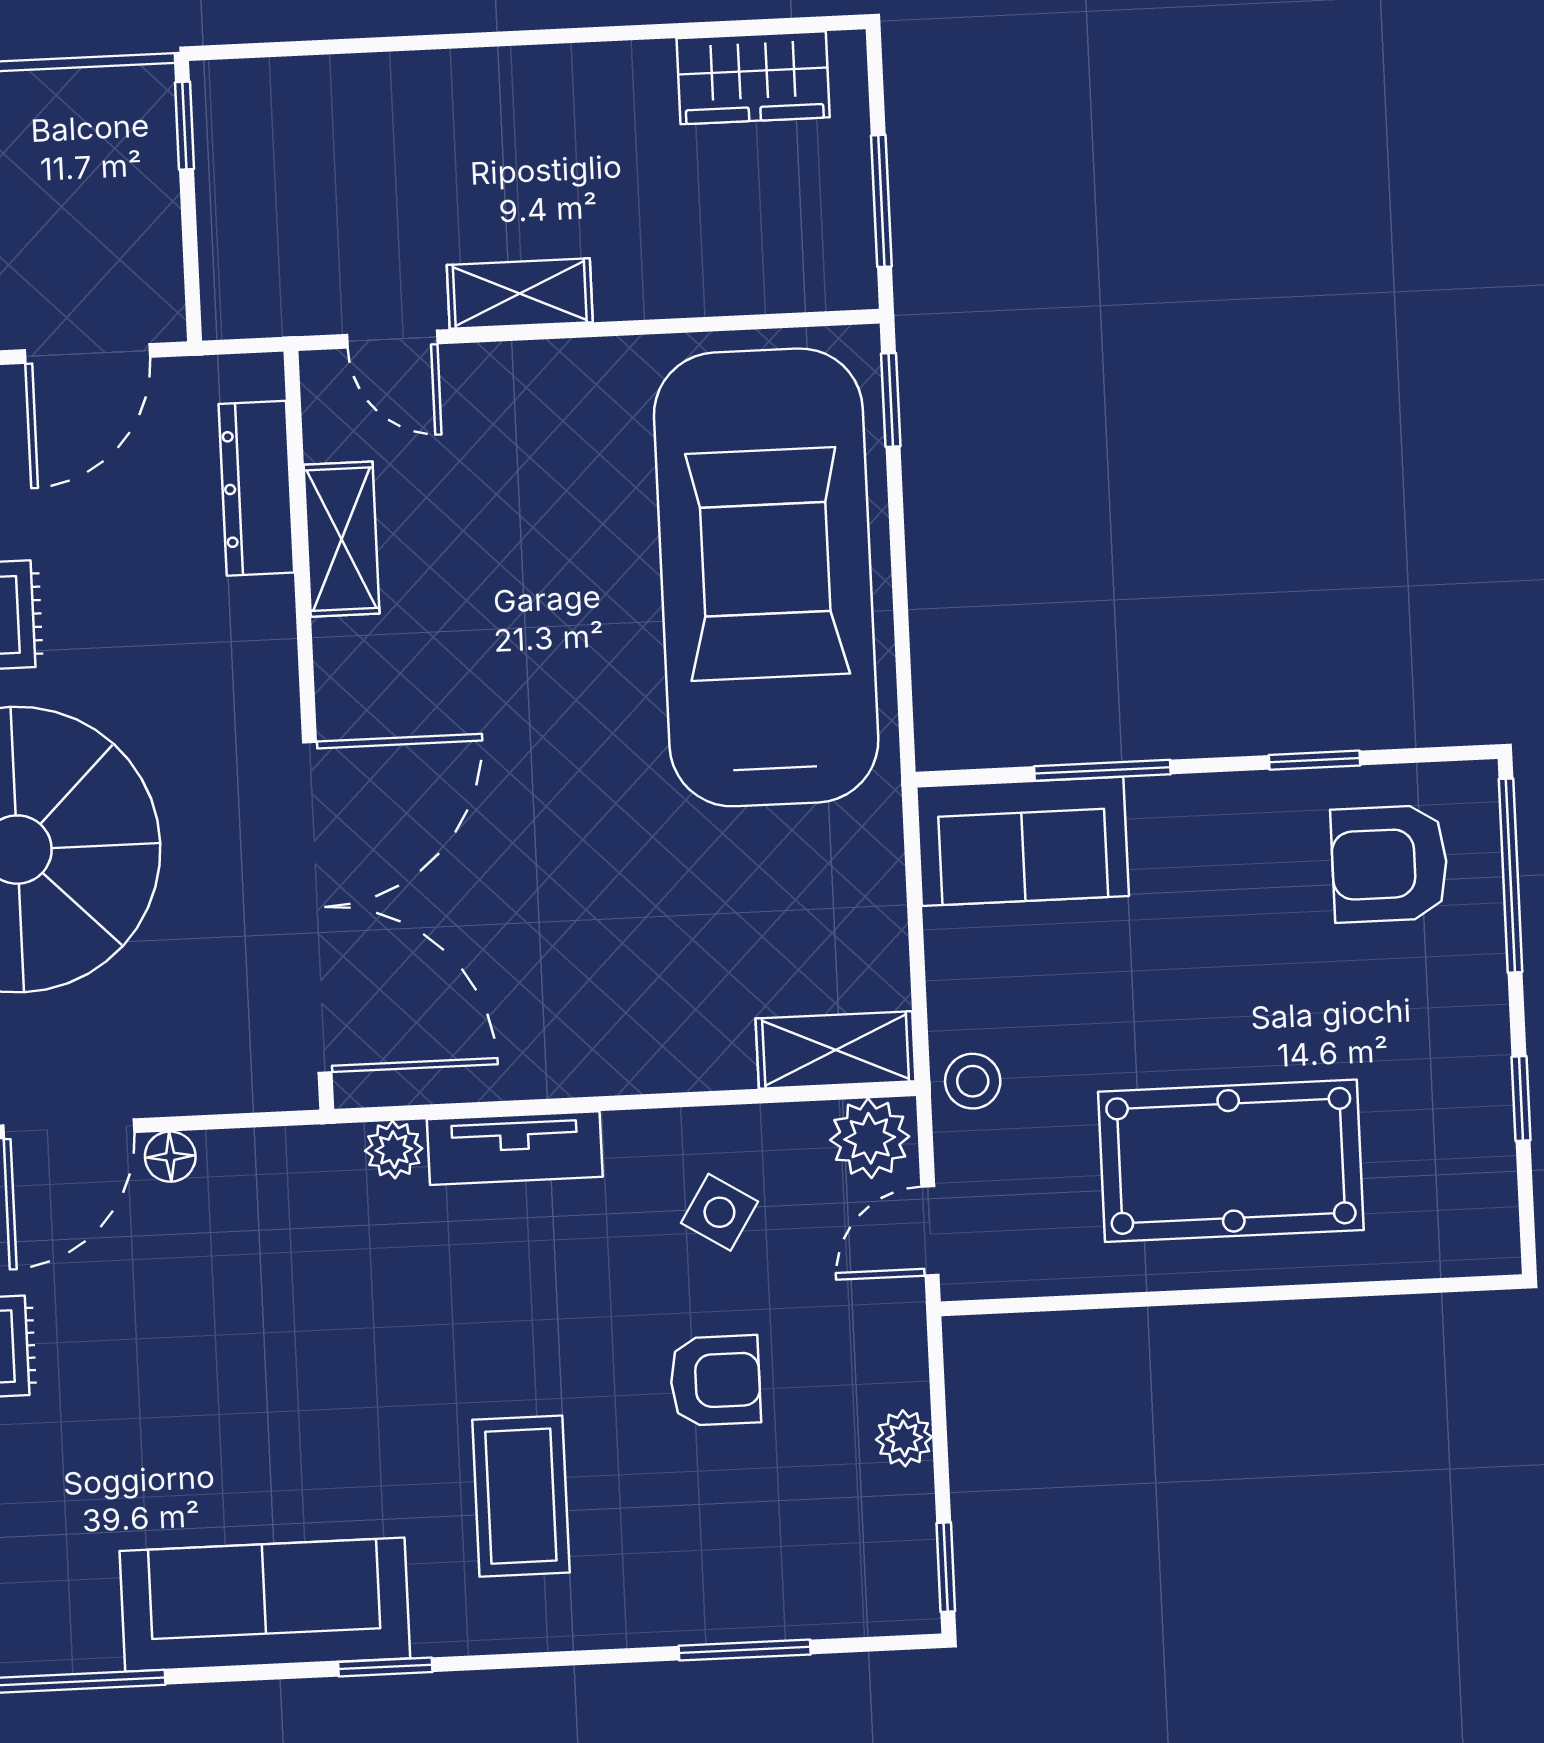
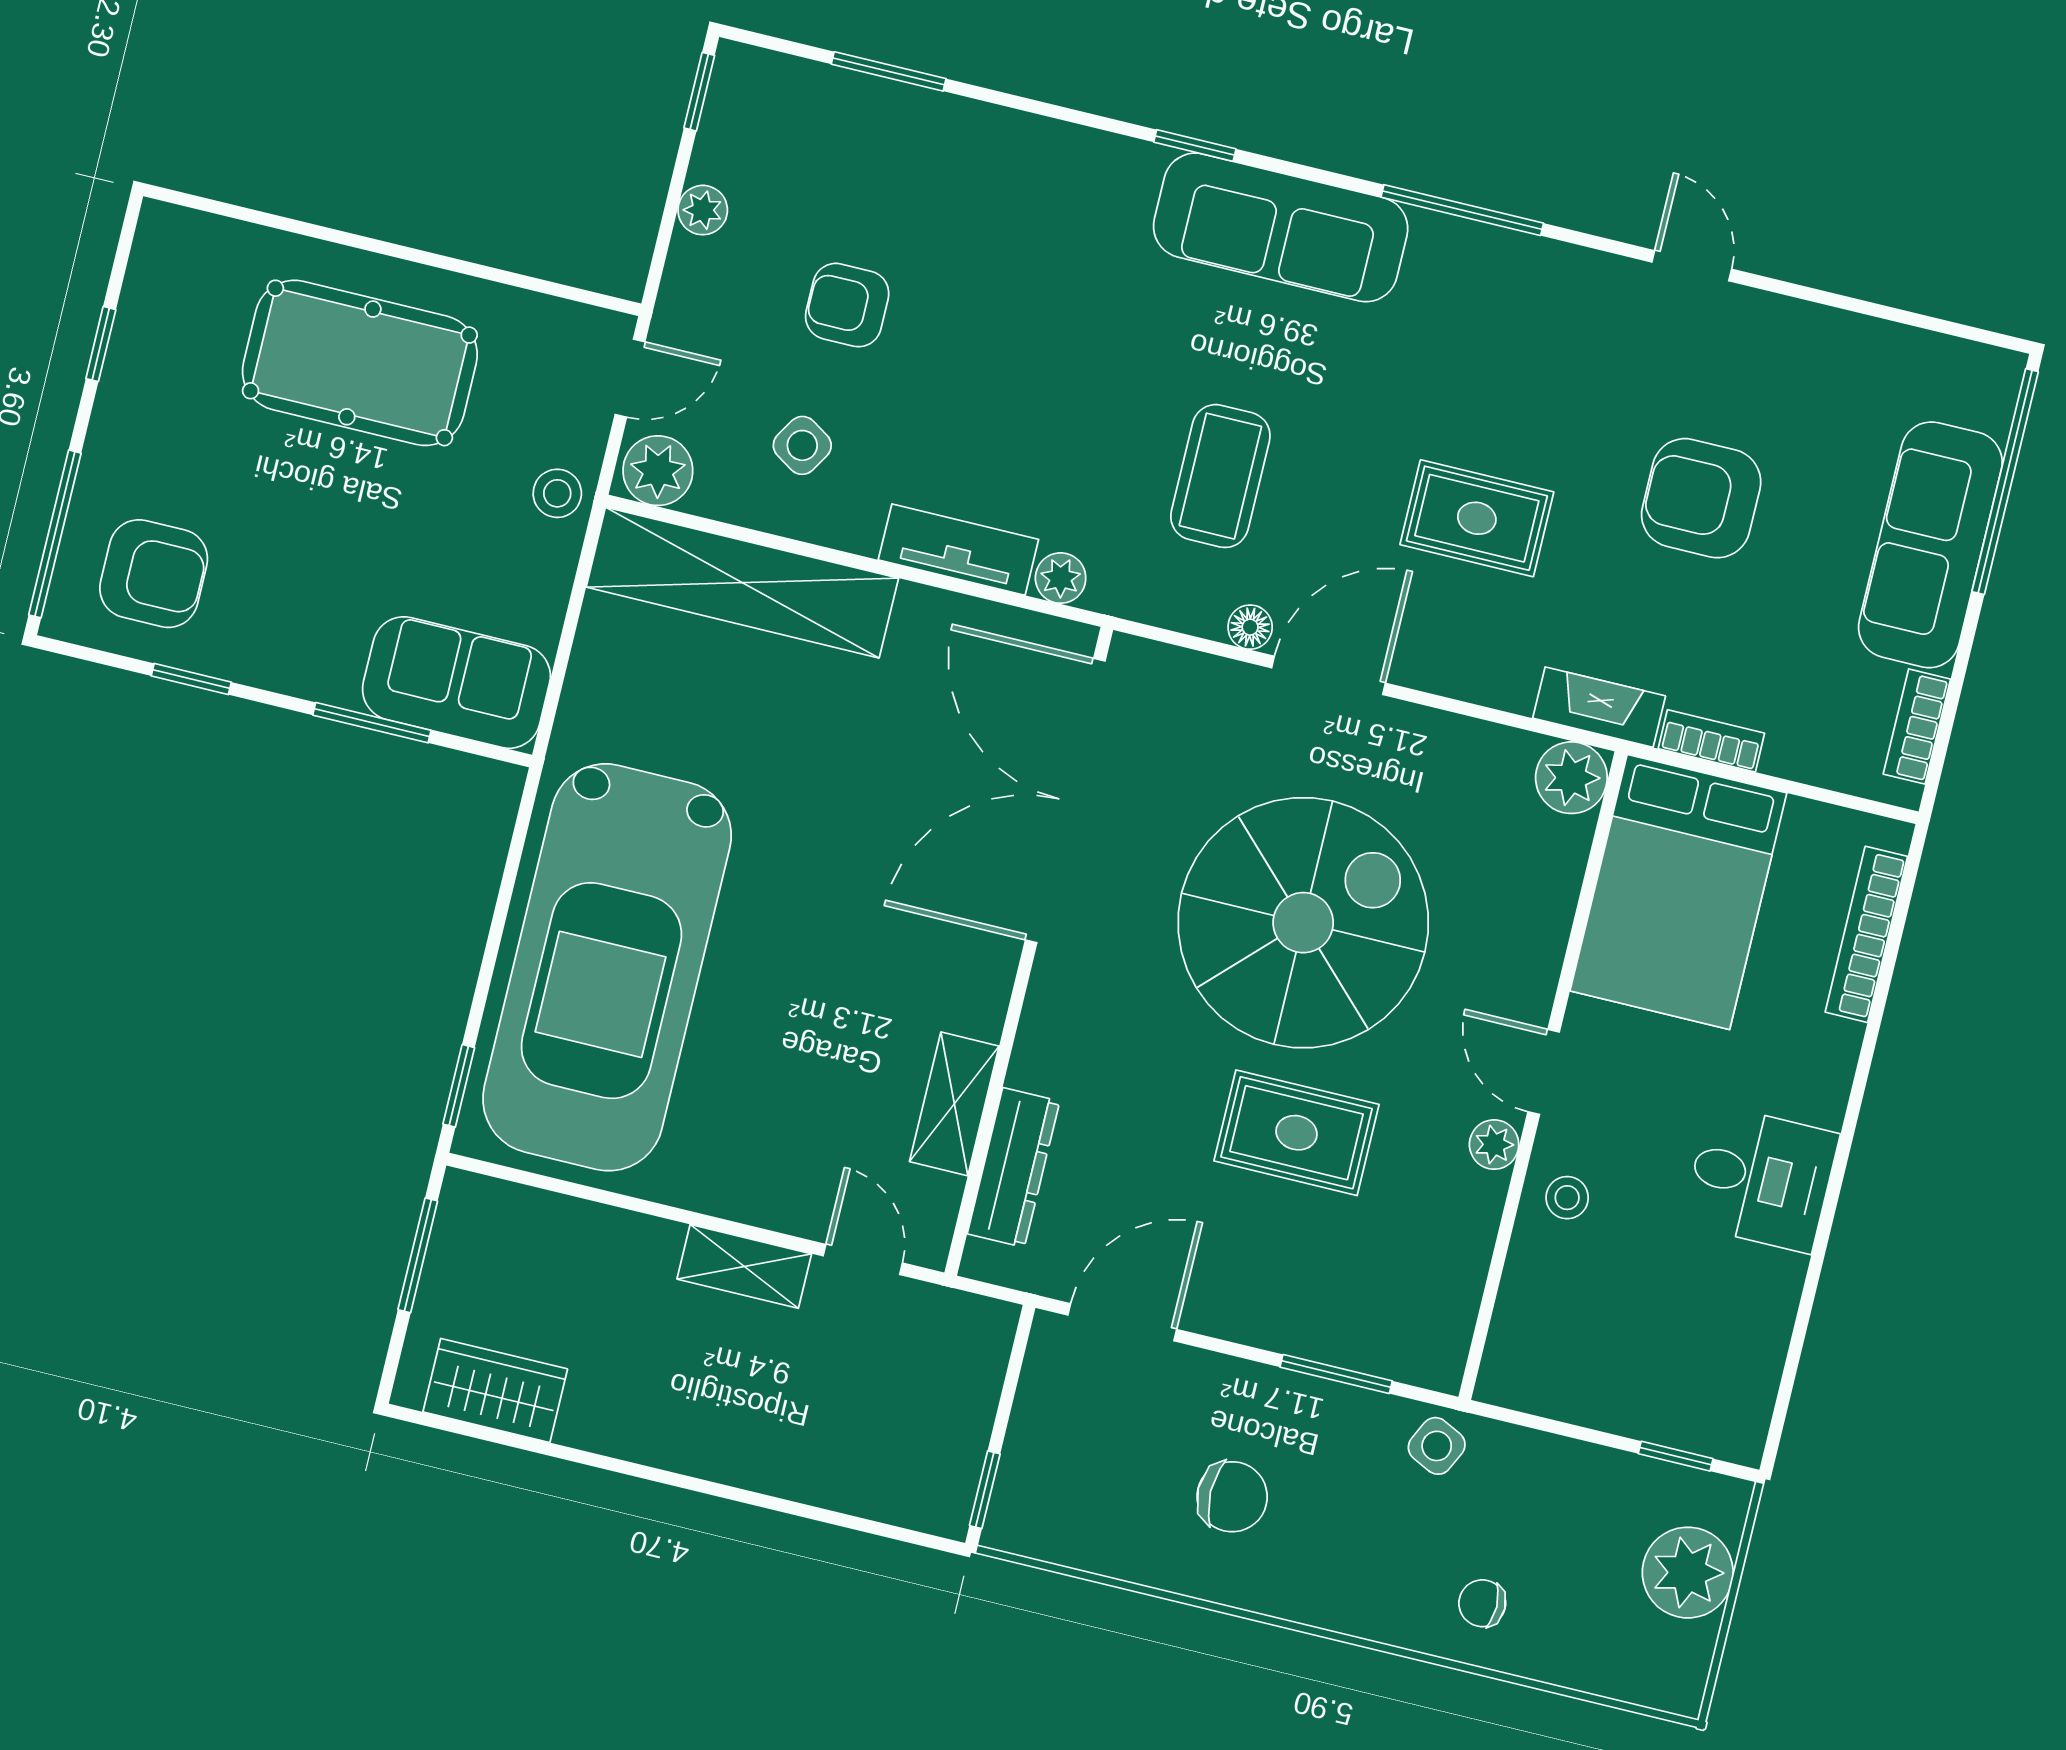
shelving: (836, 1050) -> (742, 583), width x2.20, depth x1.33
coffee table: (521, 1496) -> (1220, 476), moved

